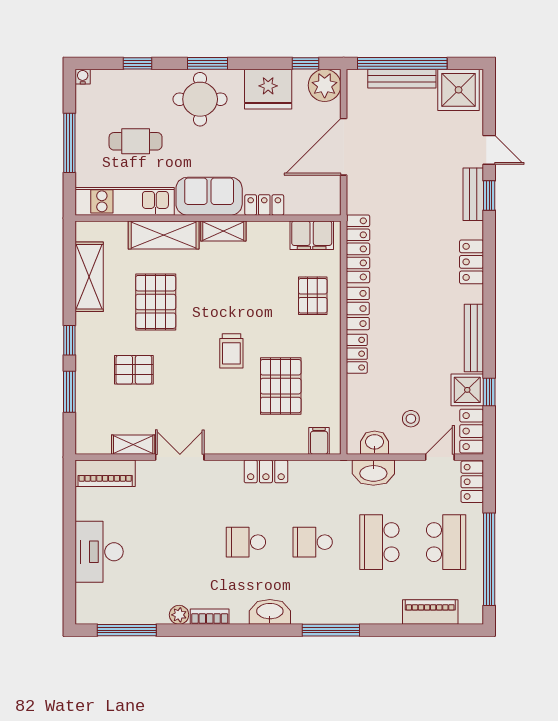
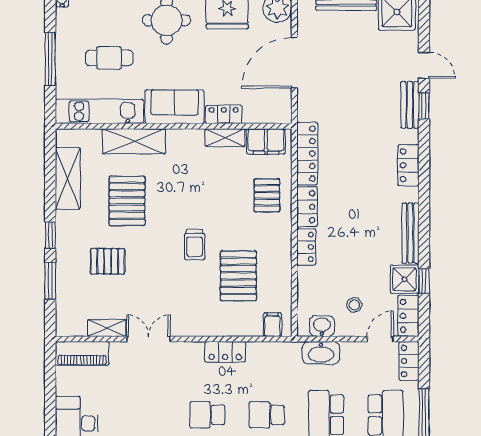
shelving: (223, 231) -> (225, 138), moved

